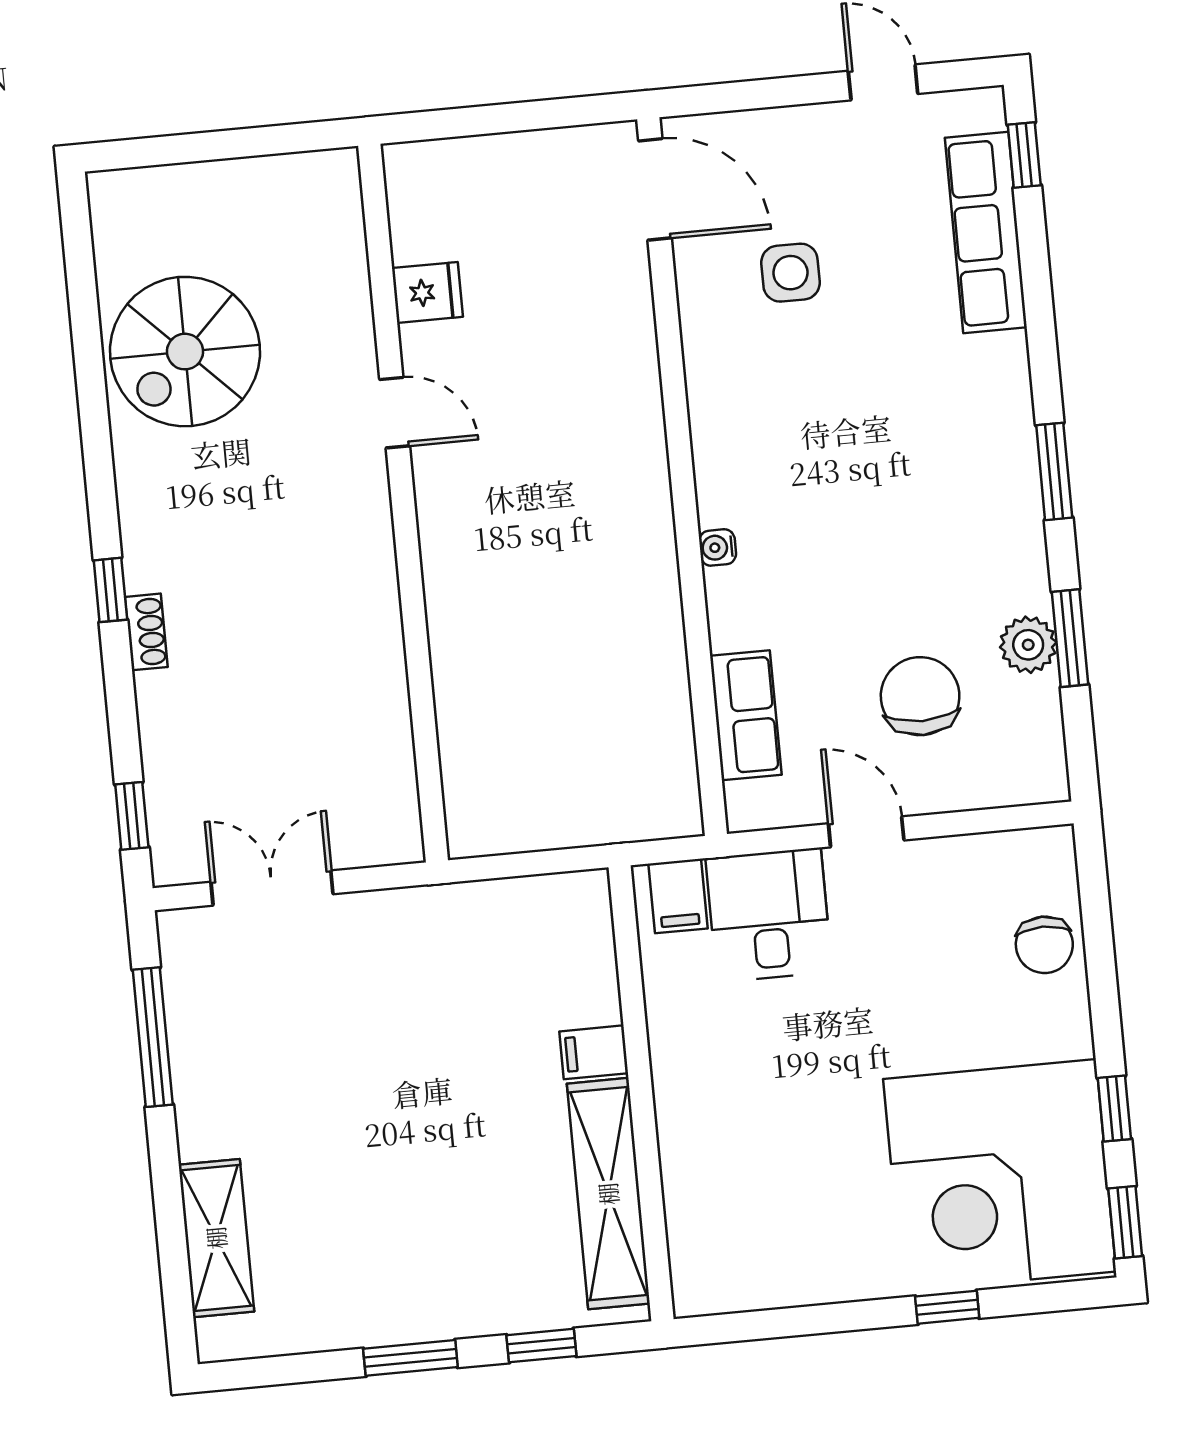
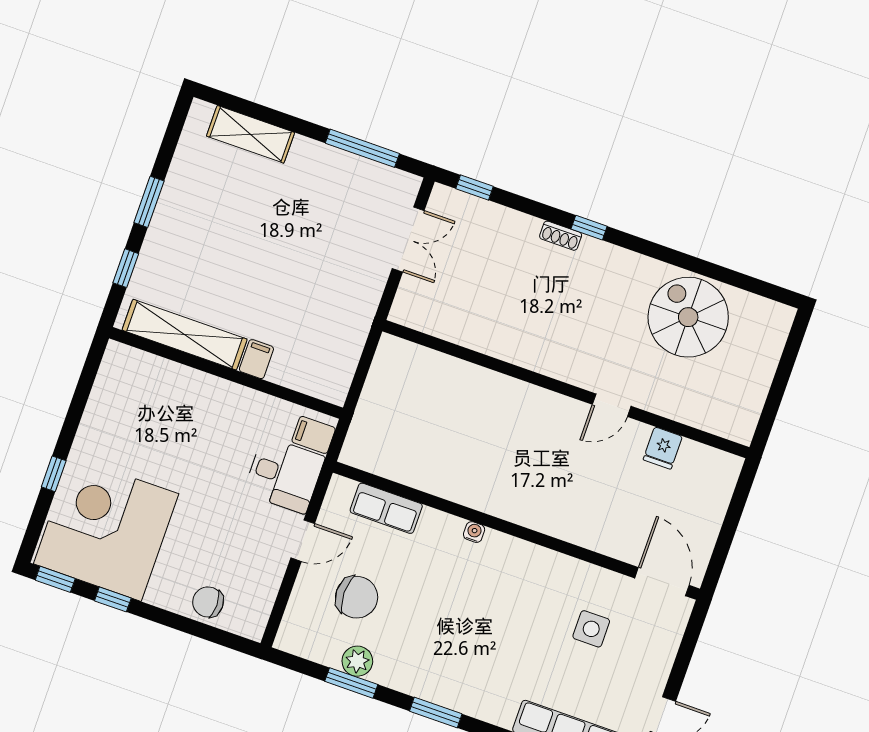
door: (655, 189) -> (662, 582), swing flipped

